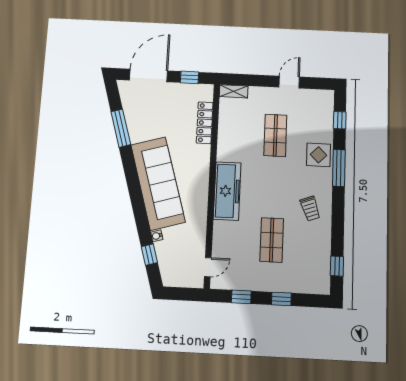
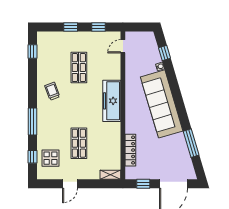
display table: (318, 155) -> (50, 158), moved

